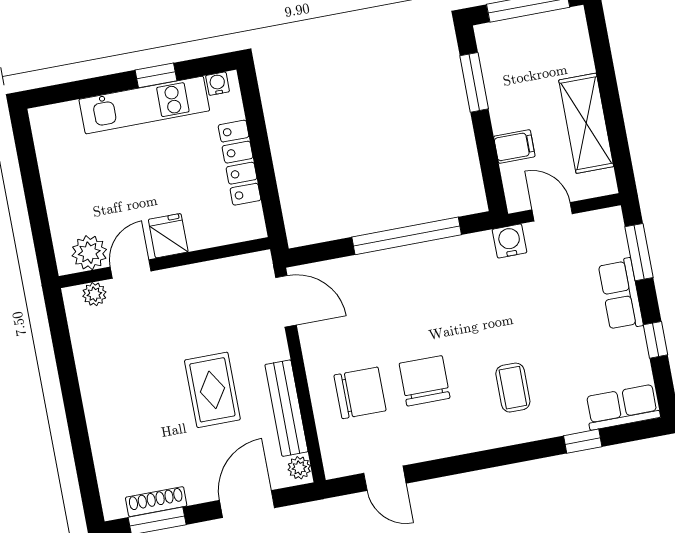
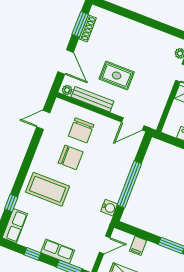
water cooler: (510, 241) -> (109, 208), moved
coffee table: (513, 388) -> (48, 189), width x1.86, depth x1.72

